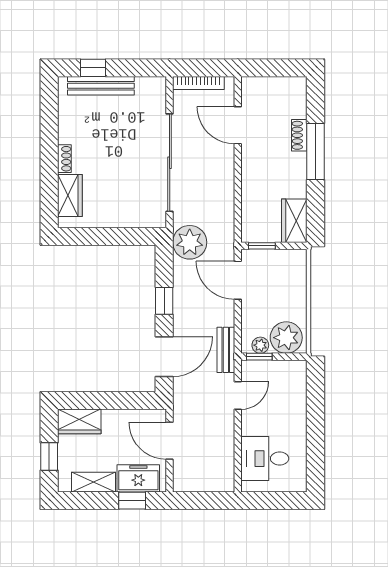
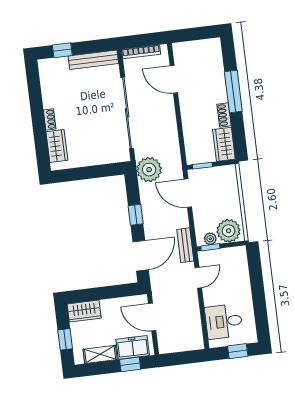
bench: (101, 86) -> (93, 60), moved
shoe rack: (299, 135) -> (224, 115), moved
window: (279, 501) -> (238, 351), added

